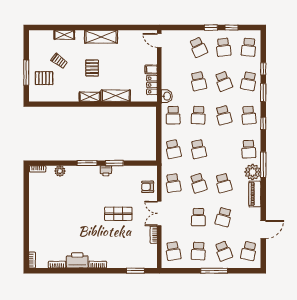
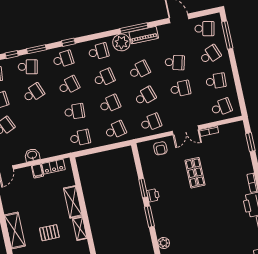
school desk: (198, 81) -> (104, 78), moved
washbasin: (167, 96) -> (32, 155), moved
window: (263, 165) -> (134, 28), moved
window: (214, 271) -> (227, 35), moved

